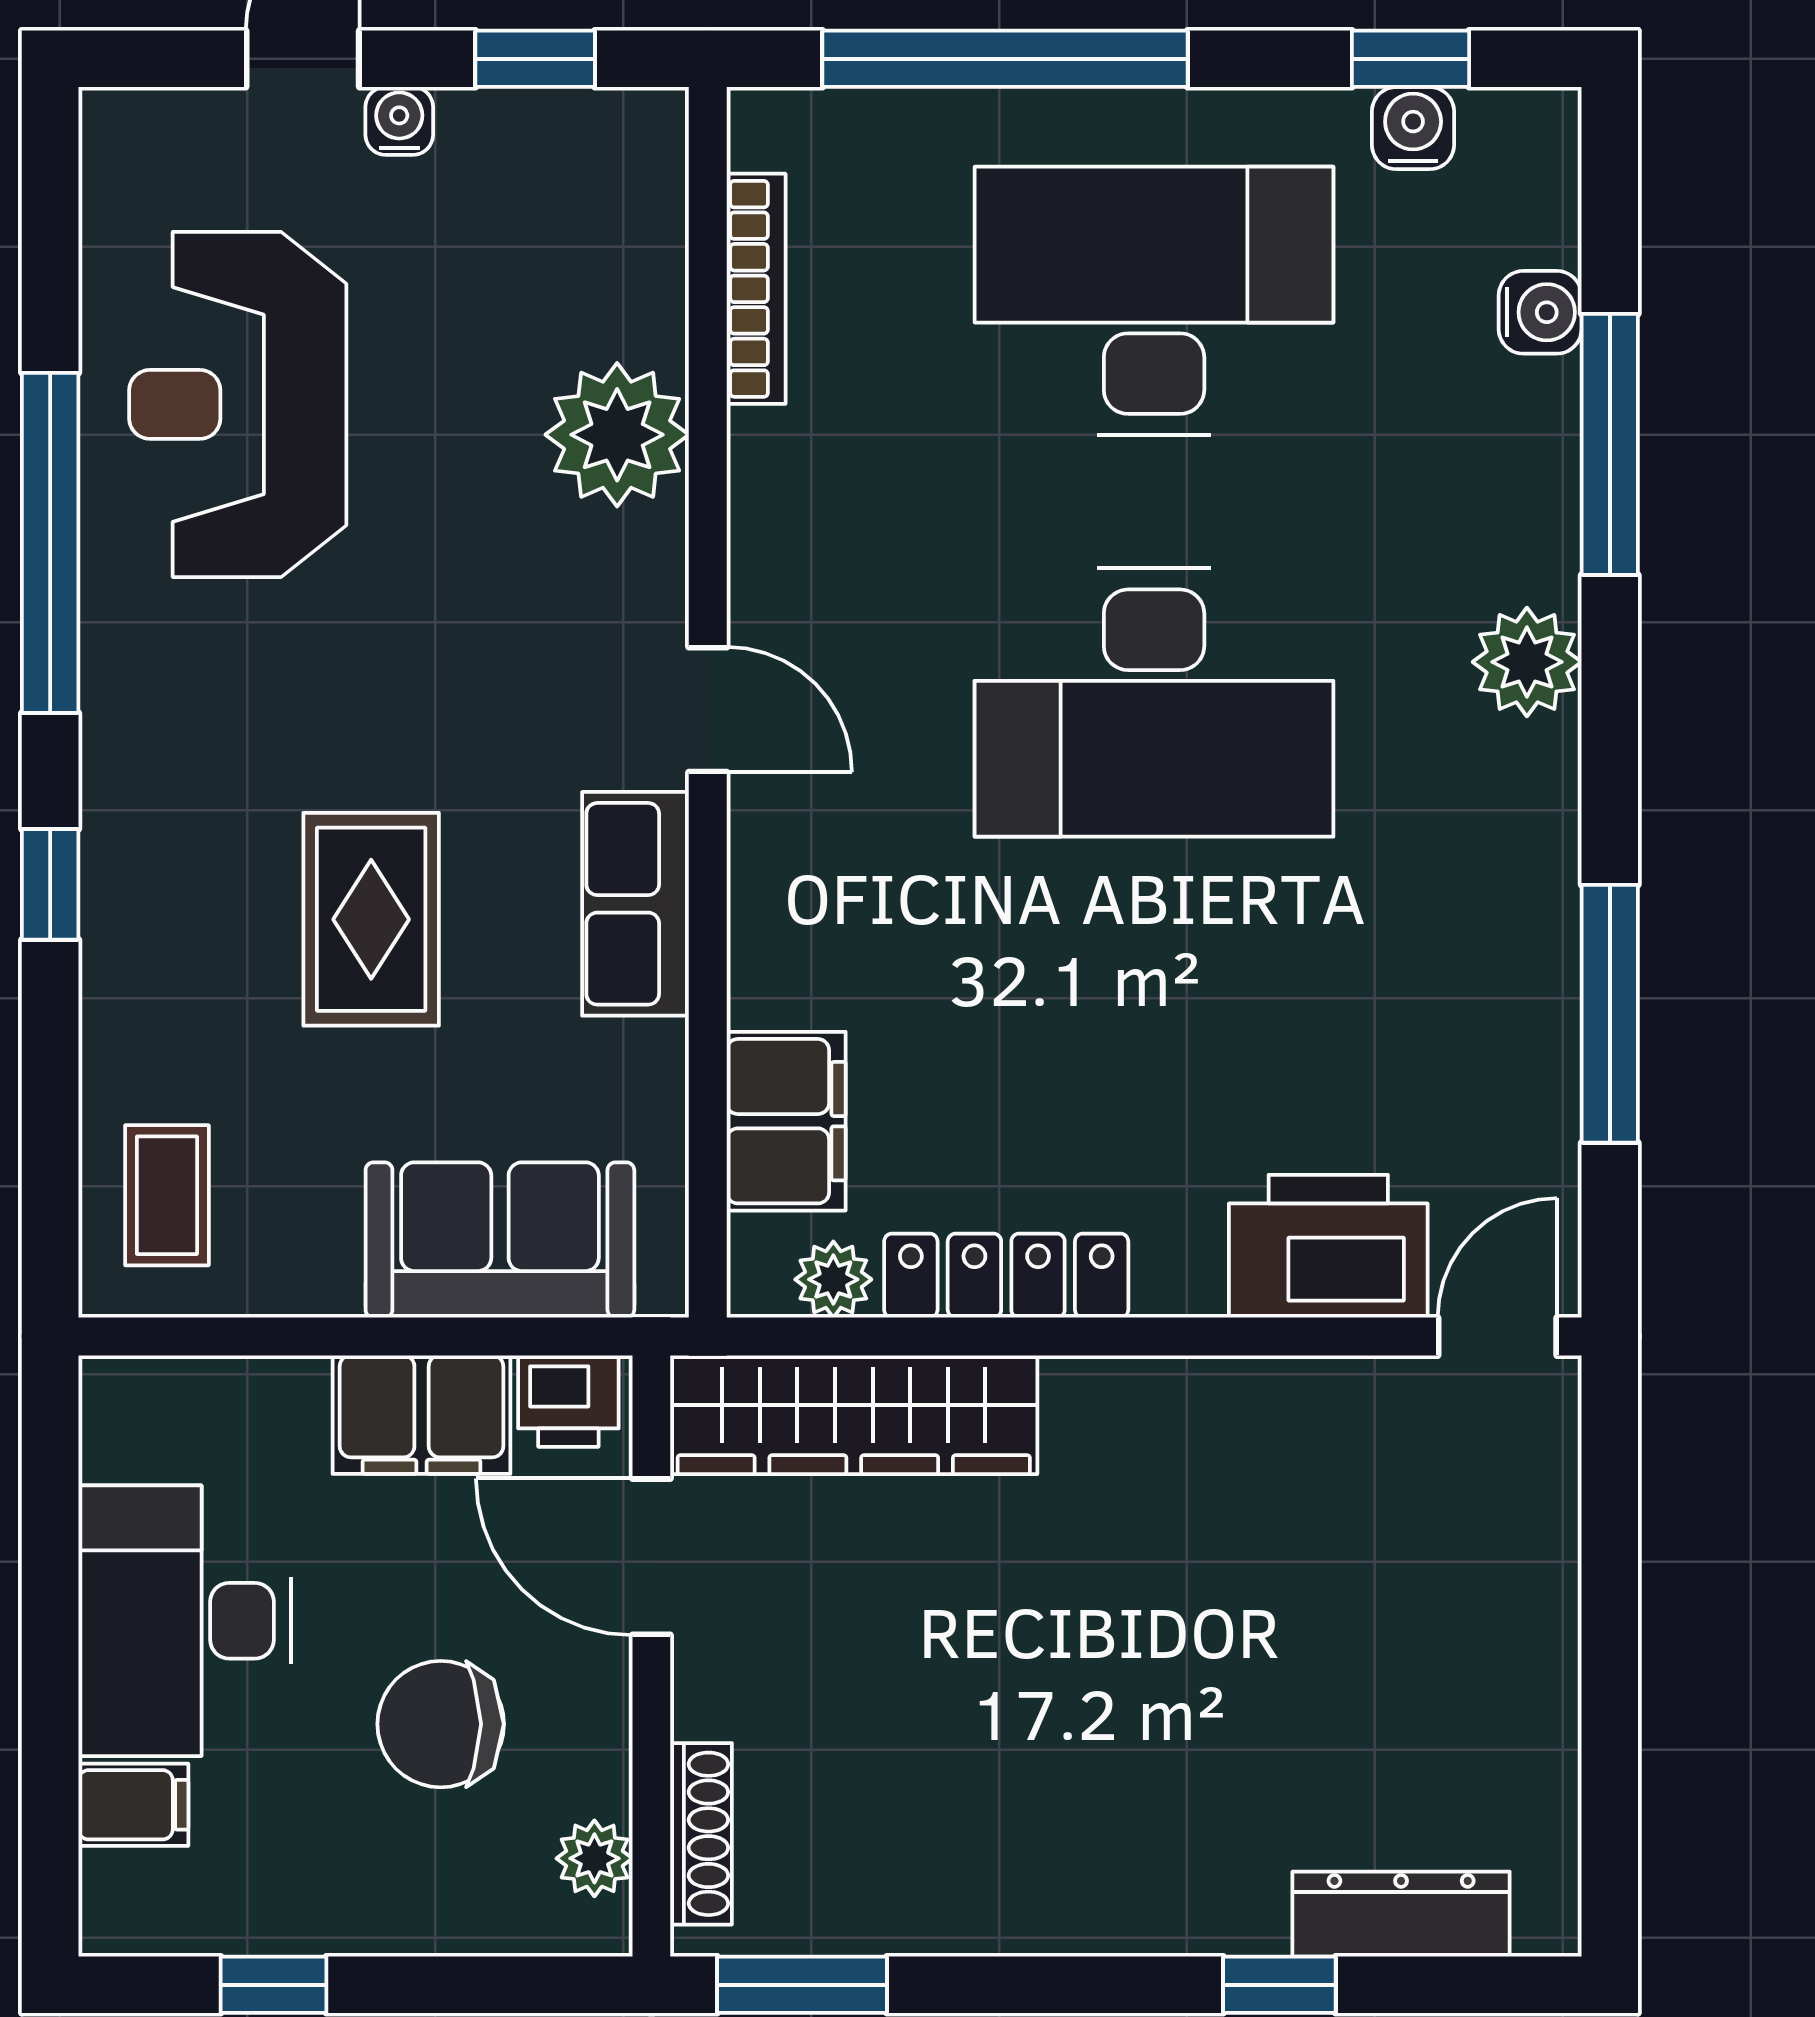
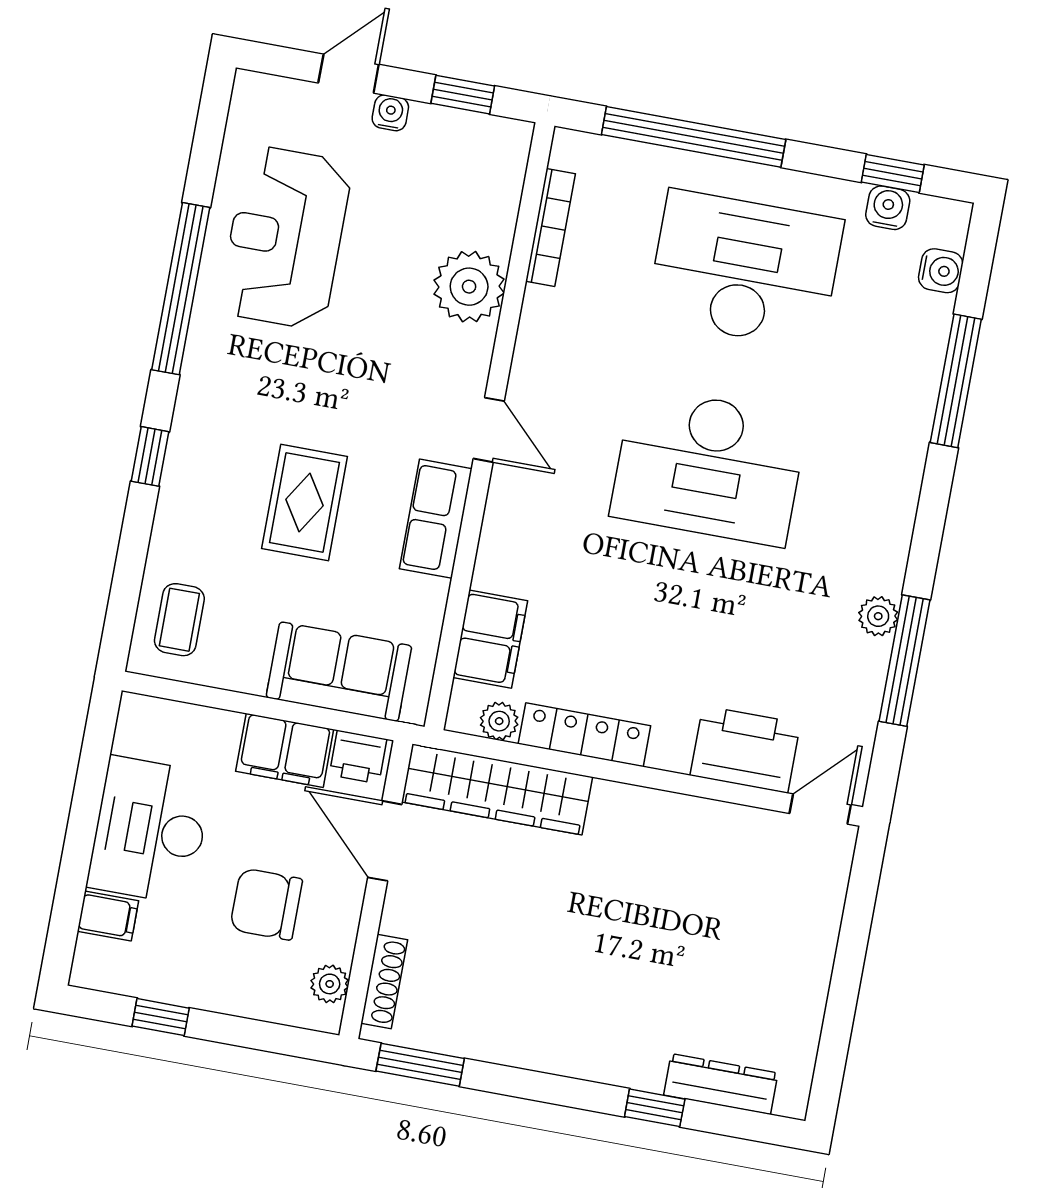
water cooler: (1540, 312) -> (941, 271), moved
plant: (1527, 662) -> (878, 616), moved, width x0.73, depth x0.73

